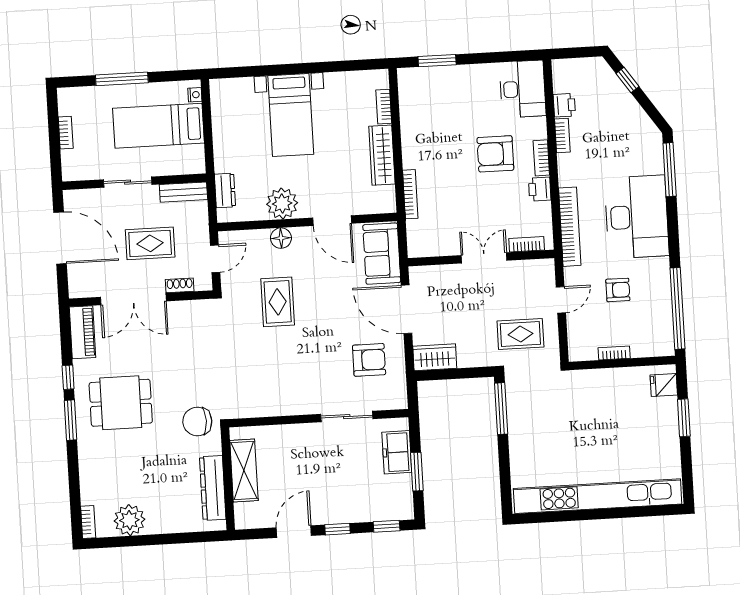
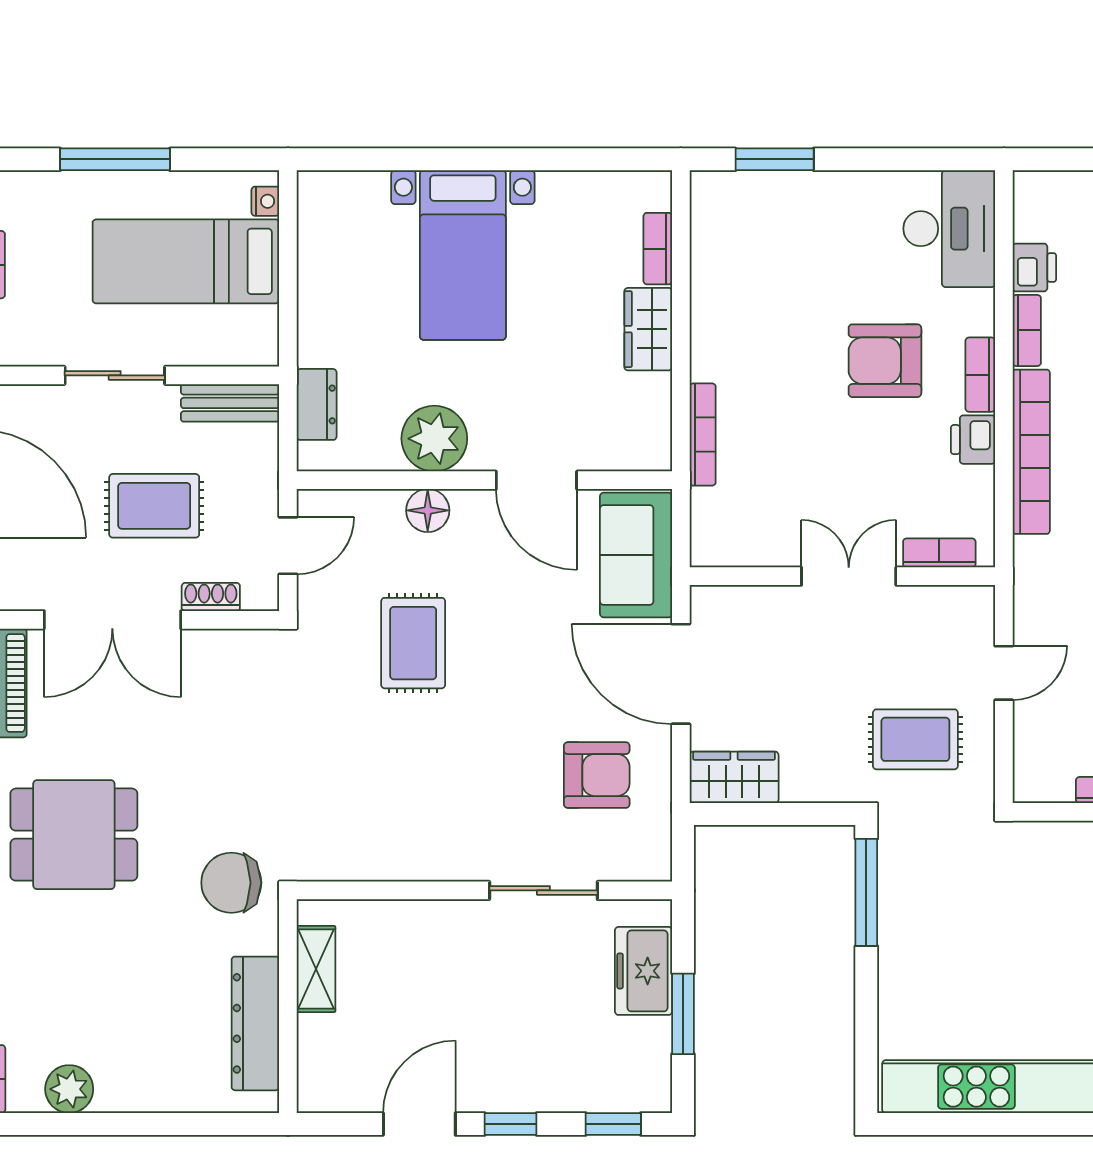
wardrobe: (382, 155) -> (648, 329), width x0.67
bookcase: (570, 227) -> (1031, 452), moved
shelving: (244, 470) -> (316, 969), width x0.67, depth x0.75
plant: (129, 520) -> (69, 1089), width x0.73, depth x0.73

